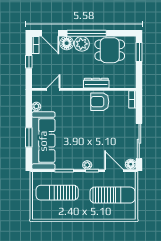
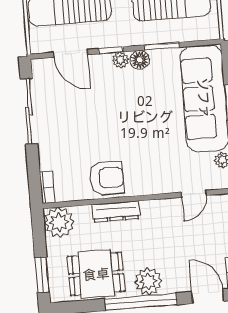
floor lamp: (67, 43) -> (176, 280), removed
plant: (128, 80) -> (59, 222), added
floor lamp: (131, 164) -> (140, 60), moved

